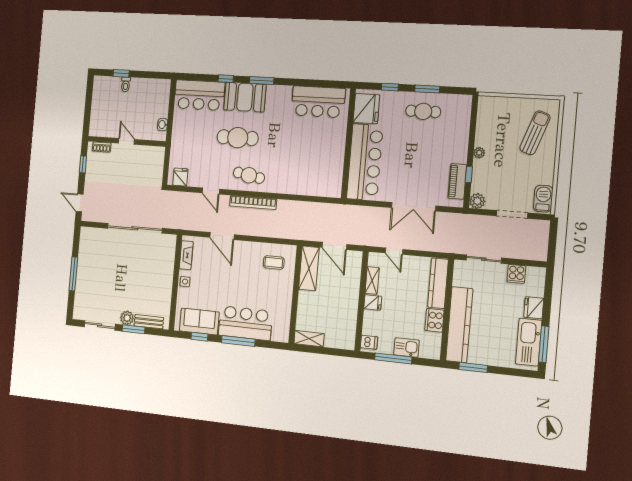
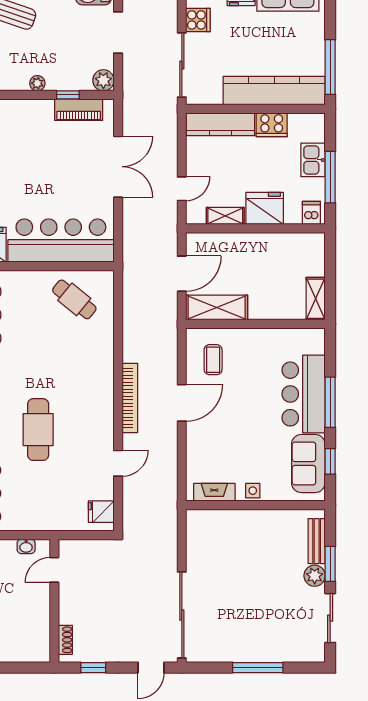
door: (126, 141) -> (54, 570), moved
cafe table: (249, 175) -> (74, 299), moved, turned -61
sliding door: (135, 228) -> (182, 615), moved
door: (222, 236) -> (182, 403), moved
sliding door: (484, 259) -> (182, 65), width x1.37
fridge: (373, 302) -> (265, 208), width x1.88, depth x1.34
window: (473, 367) -> (330, 67), width x1.44

